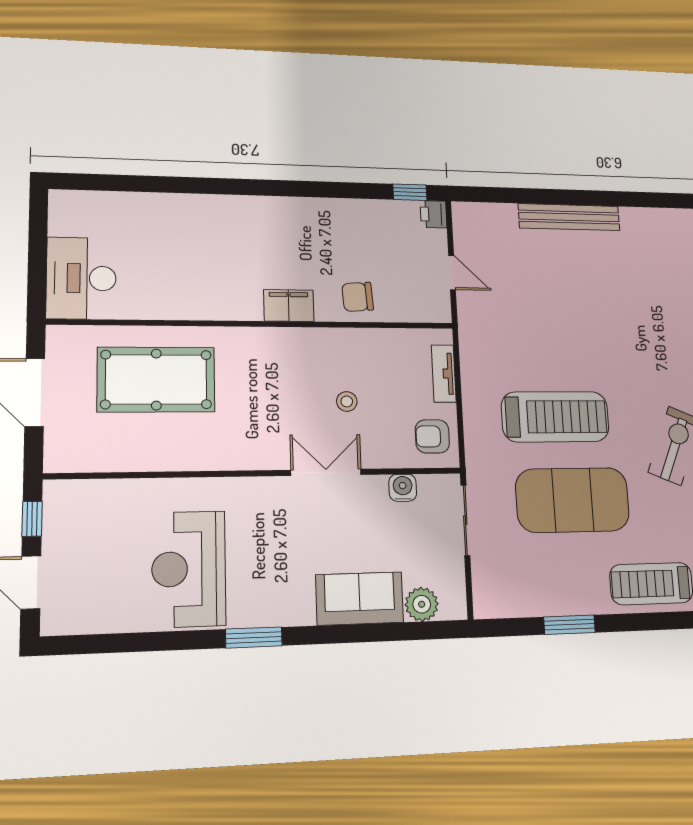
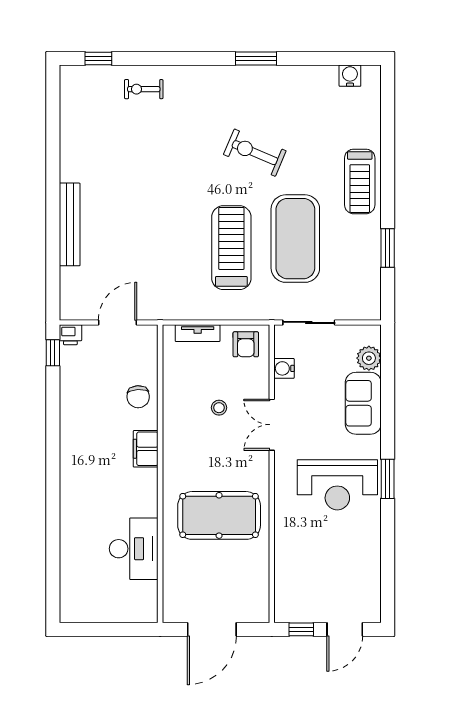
door: (452, 273) -> (118, 322), width x1.38
desk: (81, 278) -> (134, 549), moved, turned -90
pool table: (156, 379) -> (219, 515), moved, turned 90
reception desk: (189, 569) -> (337, 485), moved

